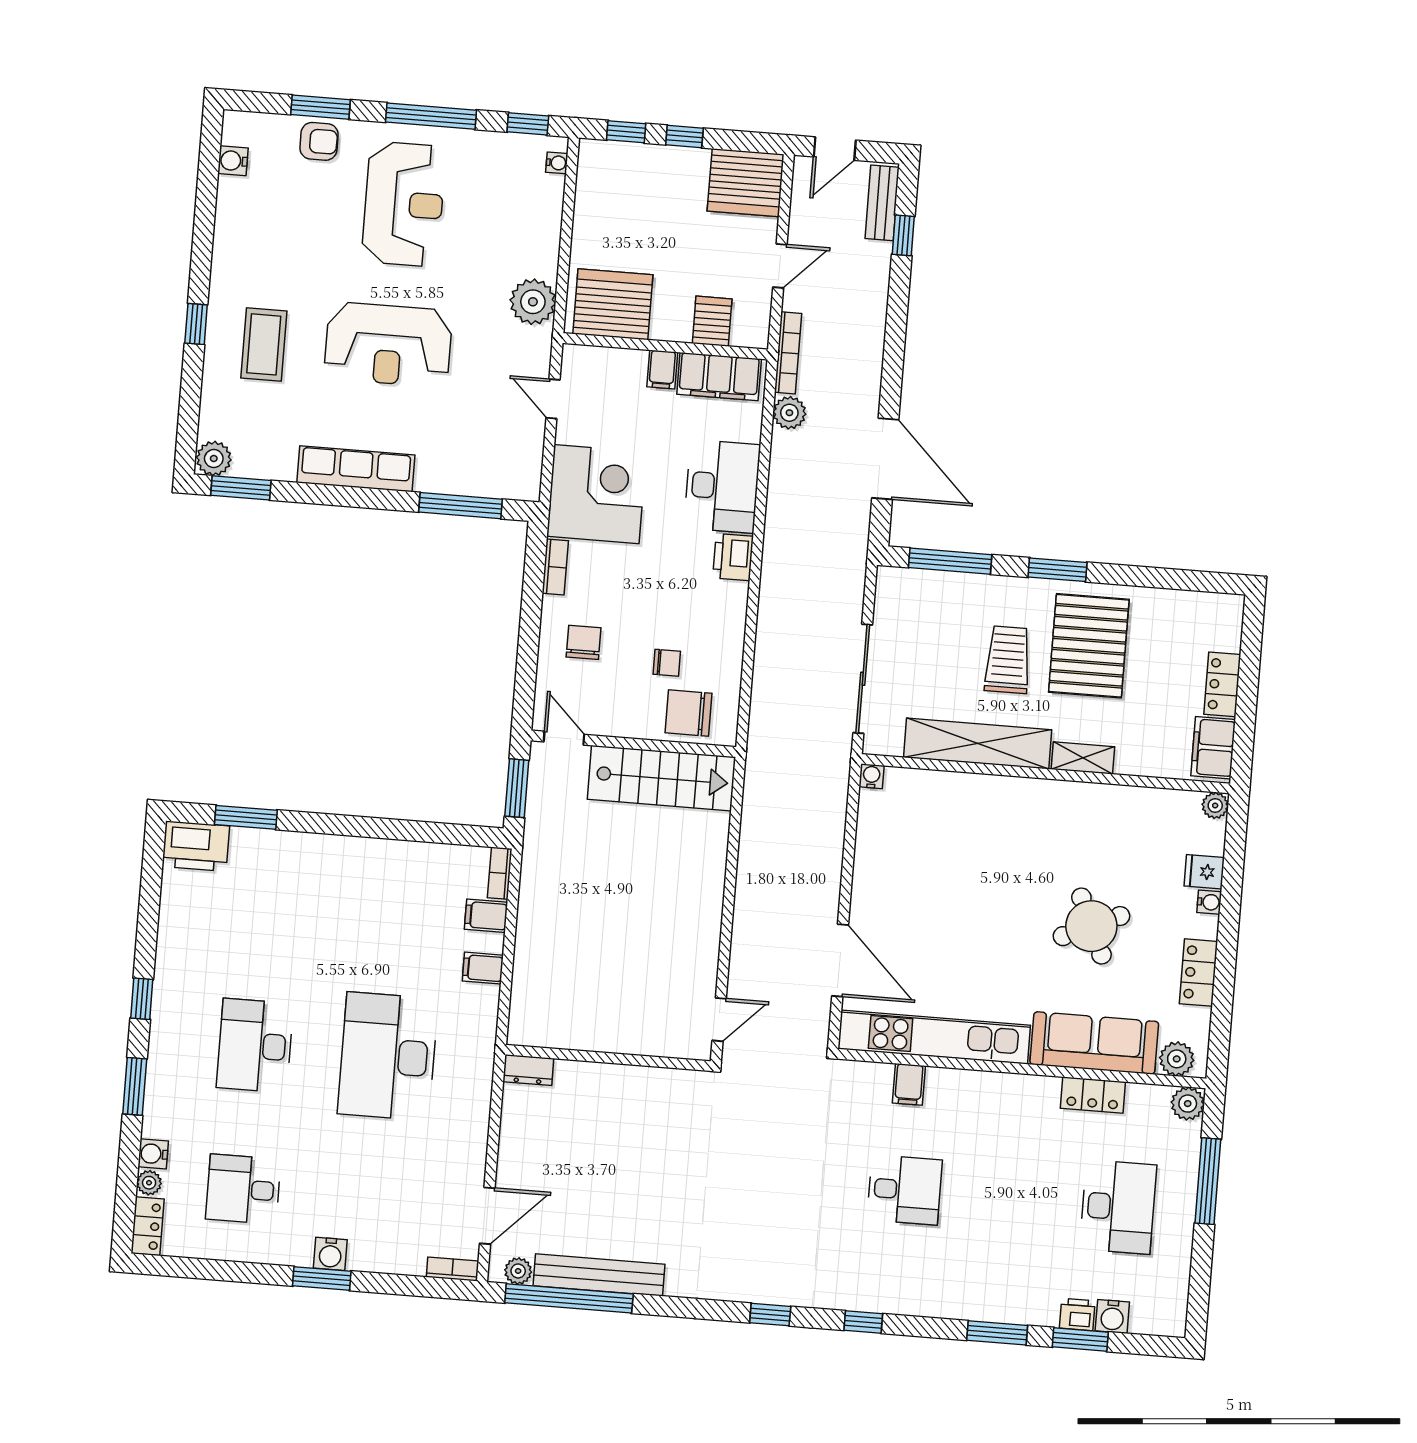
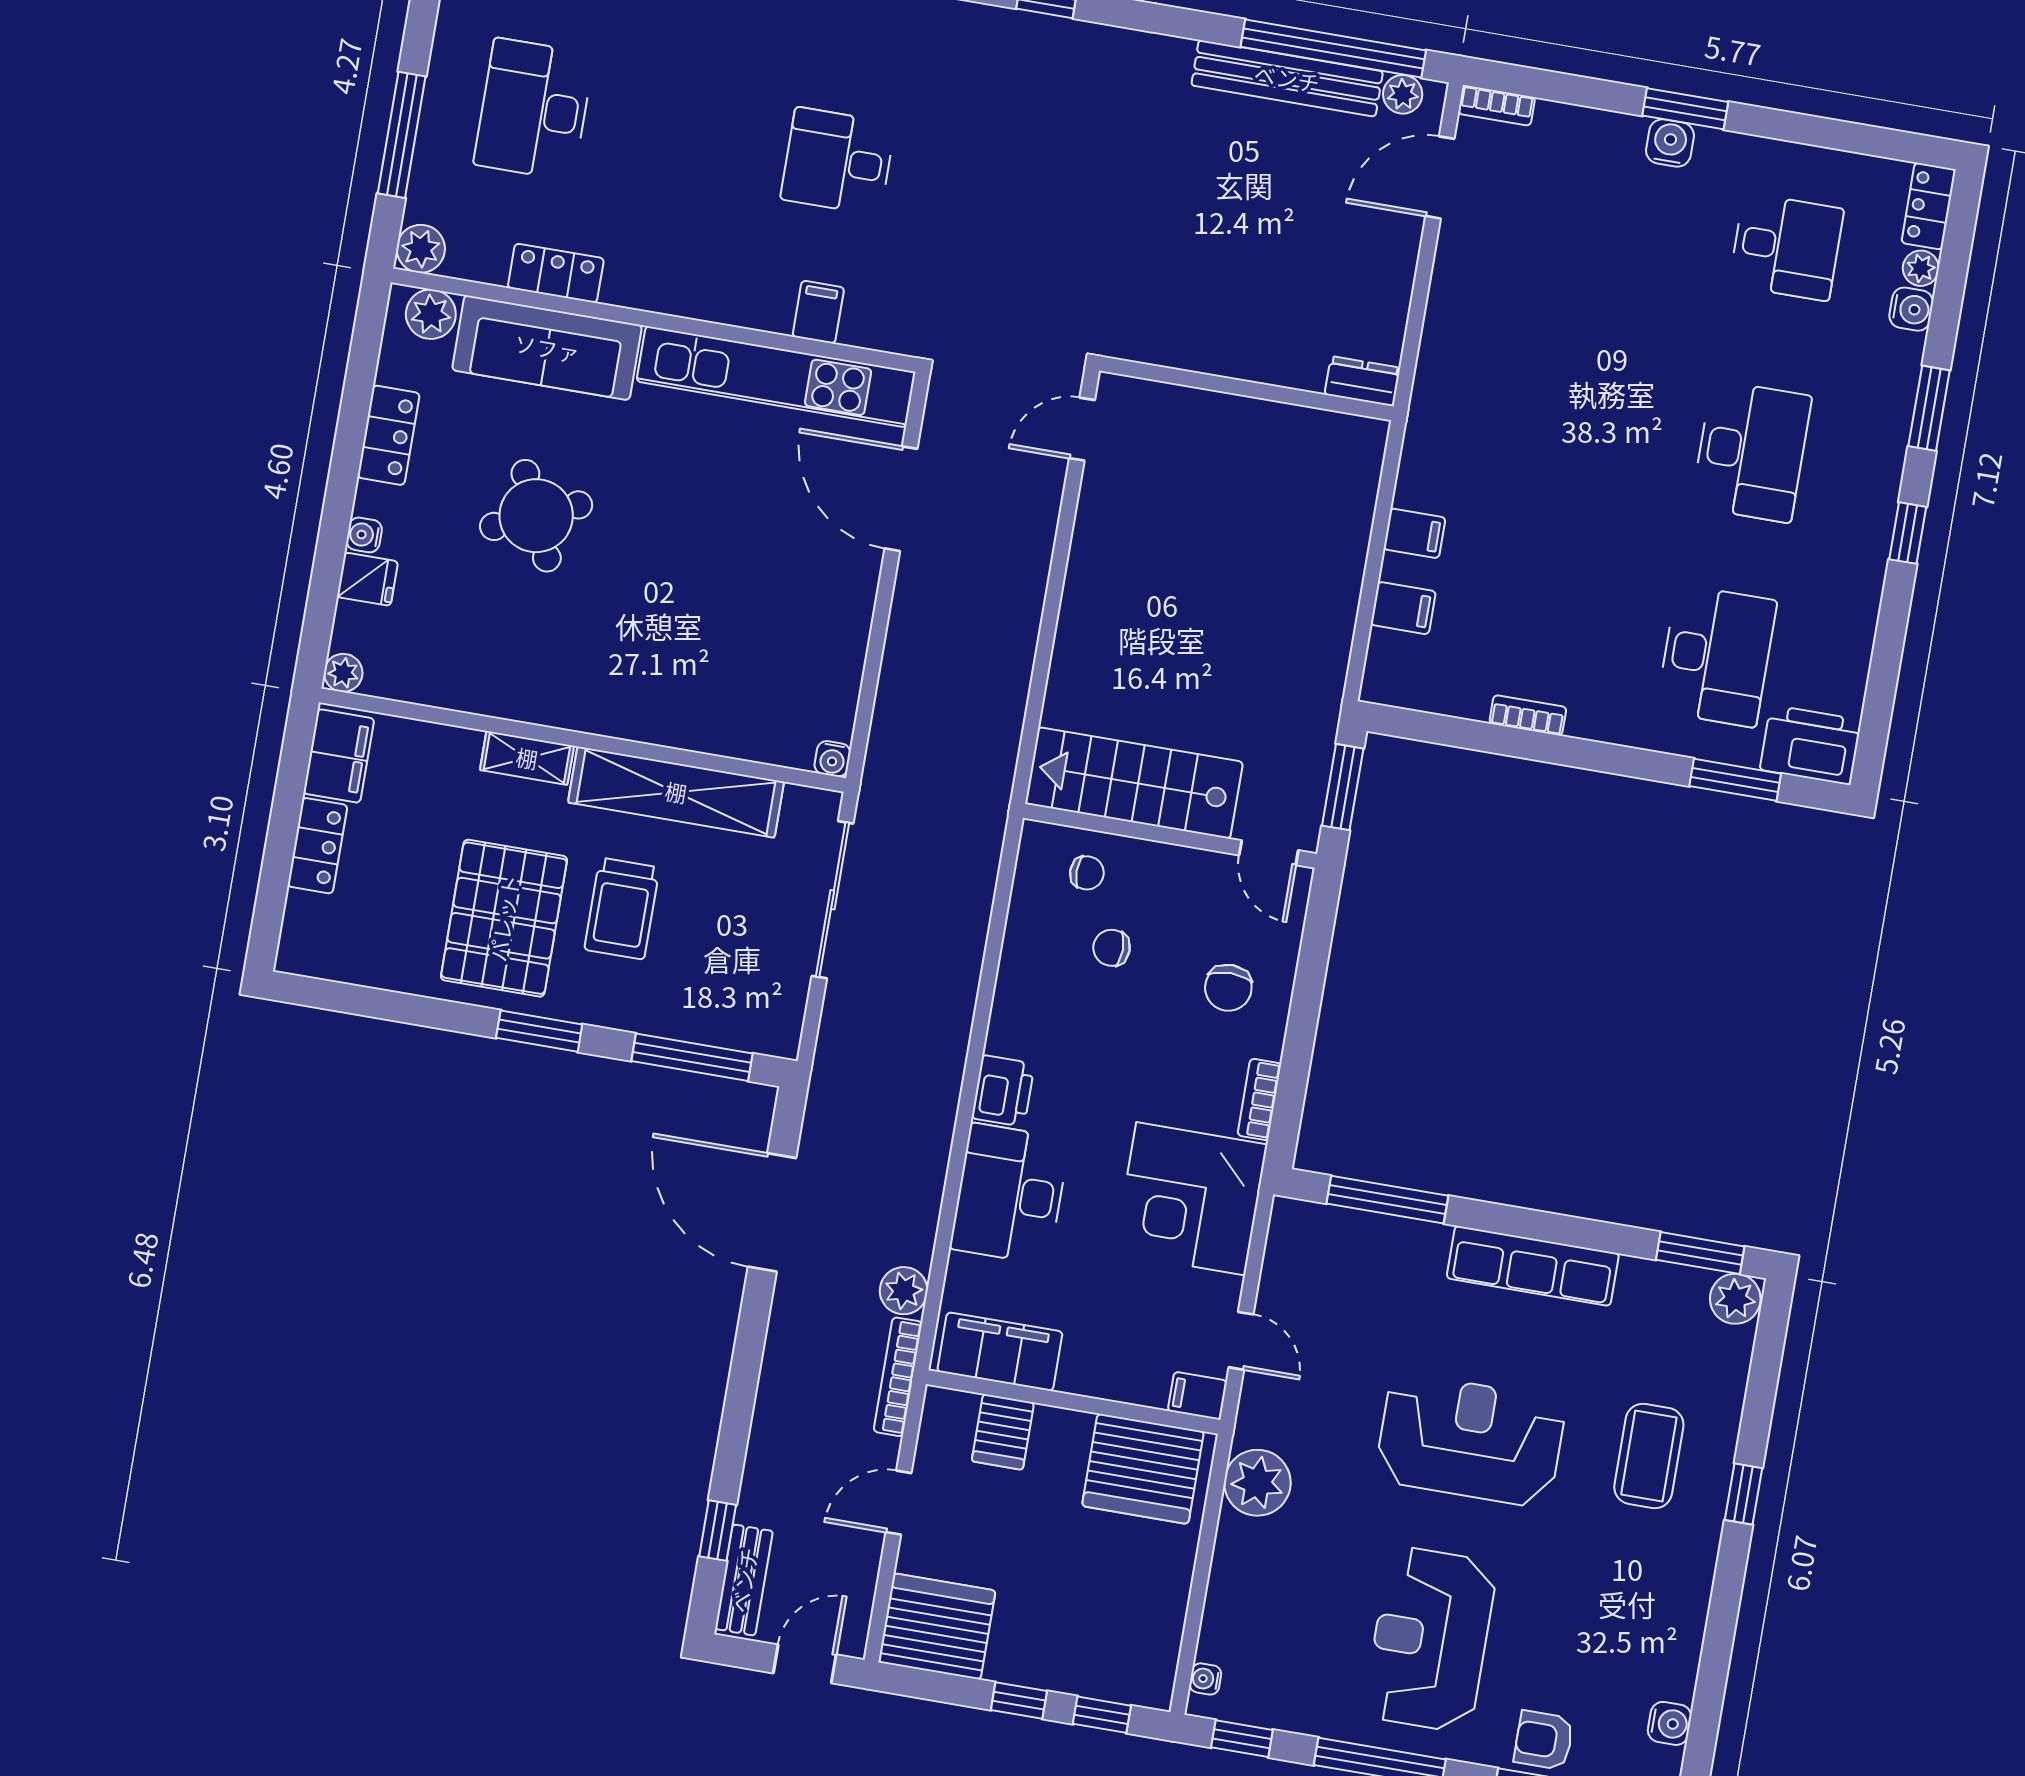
filing cabinet: (662, 370) -> (1197, 1396), moved, turned -90
chair: (688, 713) -> (1087, 873), width x0.54, depth x0.54
bookcase: (500, 873) -> (1528, 715), moved, turned -90
desk: (388, 1056) -> (1716, 656), moved, width x0.73, depth x0.77

